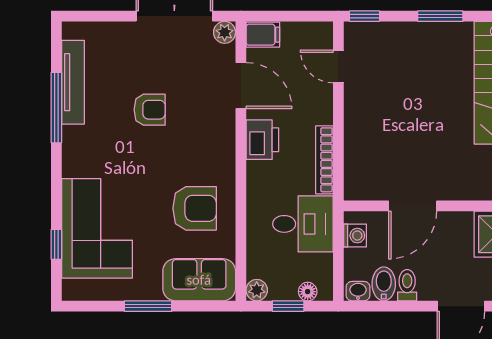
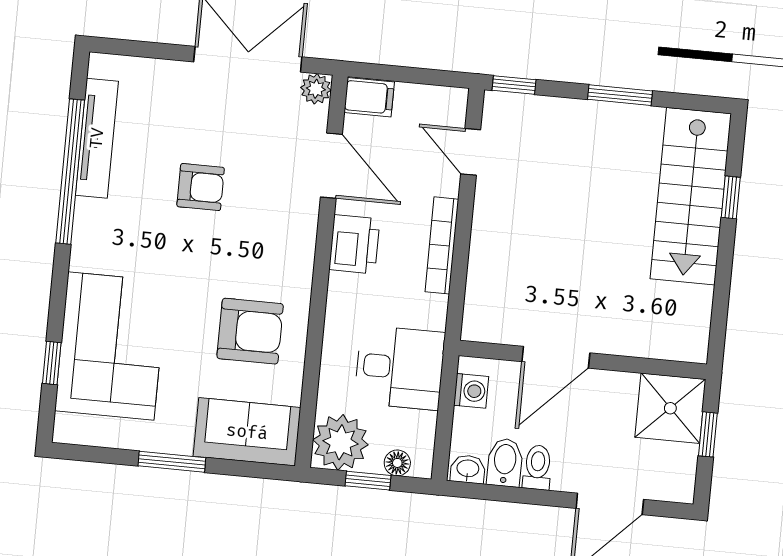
window: (56, 108) -> (70, 172), width x1.46
bookcase: (324, 160) -> (442, 245), moved
plant: (257, 290) -> (340, 442), width x1.88, depth x1.88

